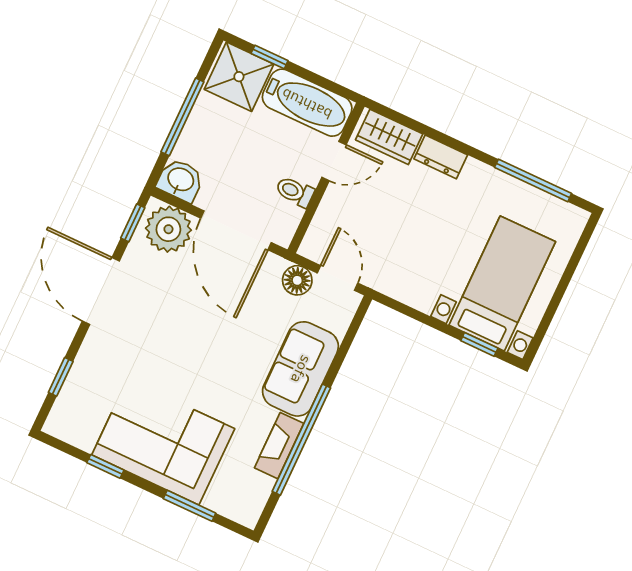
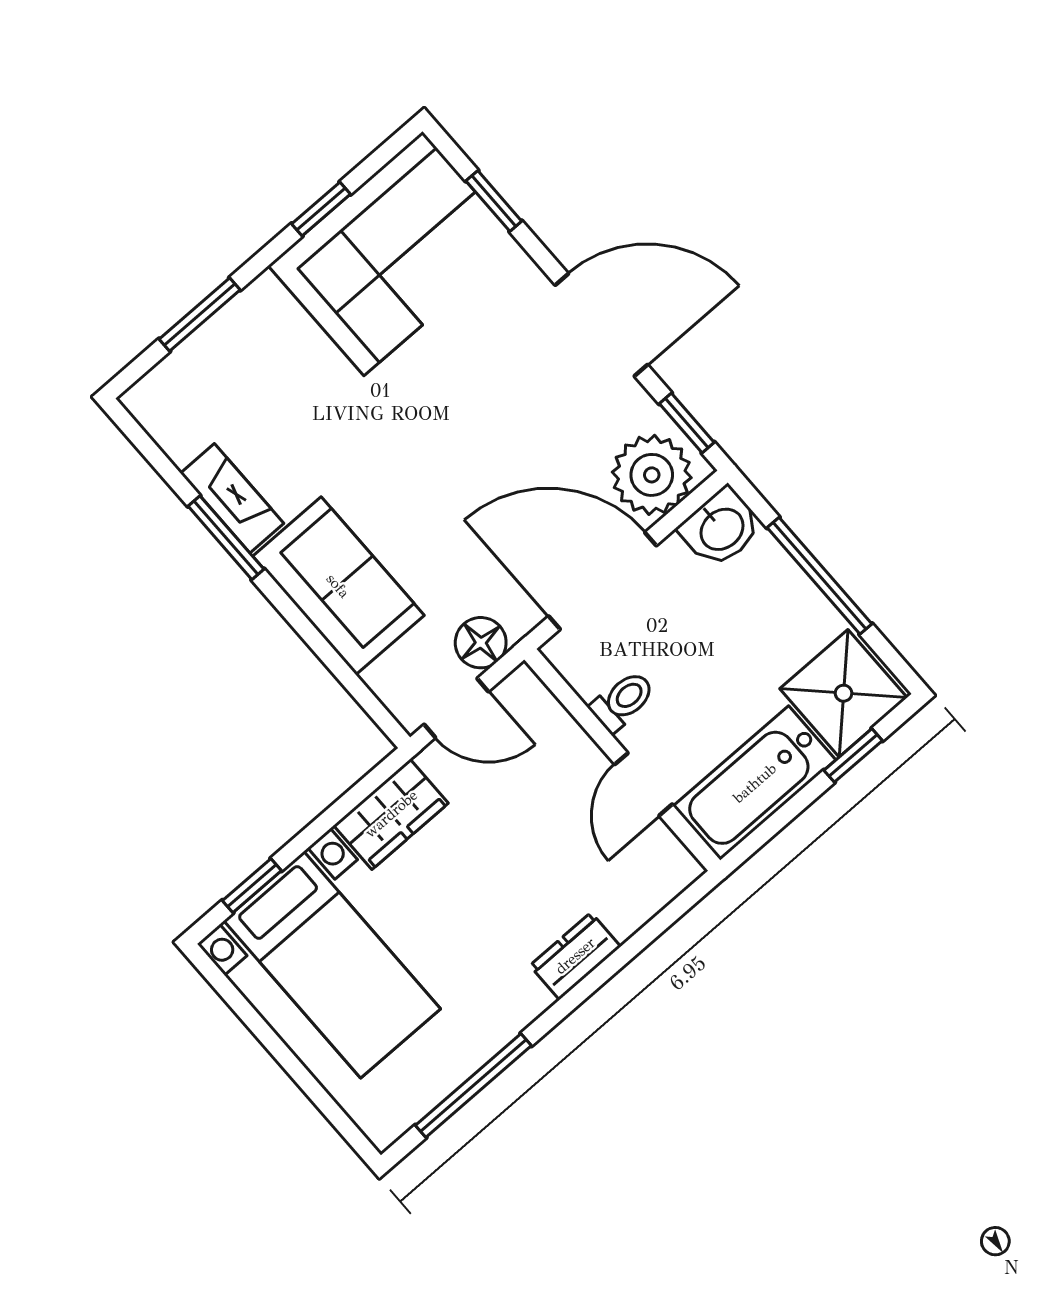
wardrobe: (389, 137) -> (391, 814), moved, turned 180
window: (301, 440) -> (226, 538), width x0.47
corner sofa: (163, 442) -> (393, 254), moved

